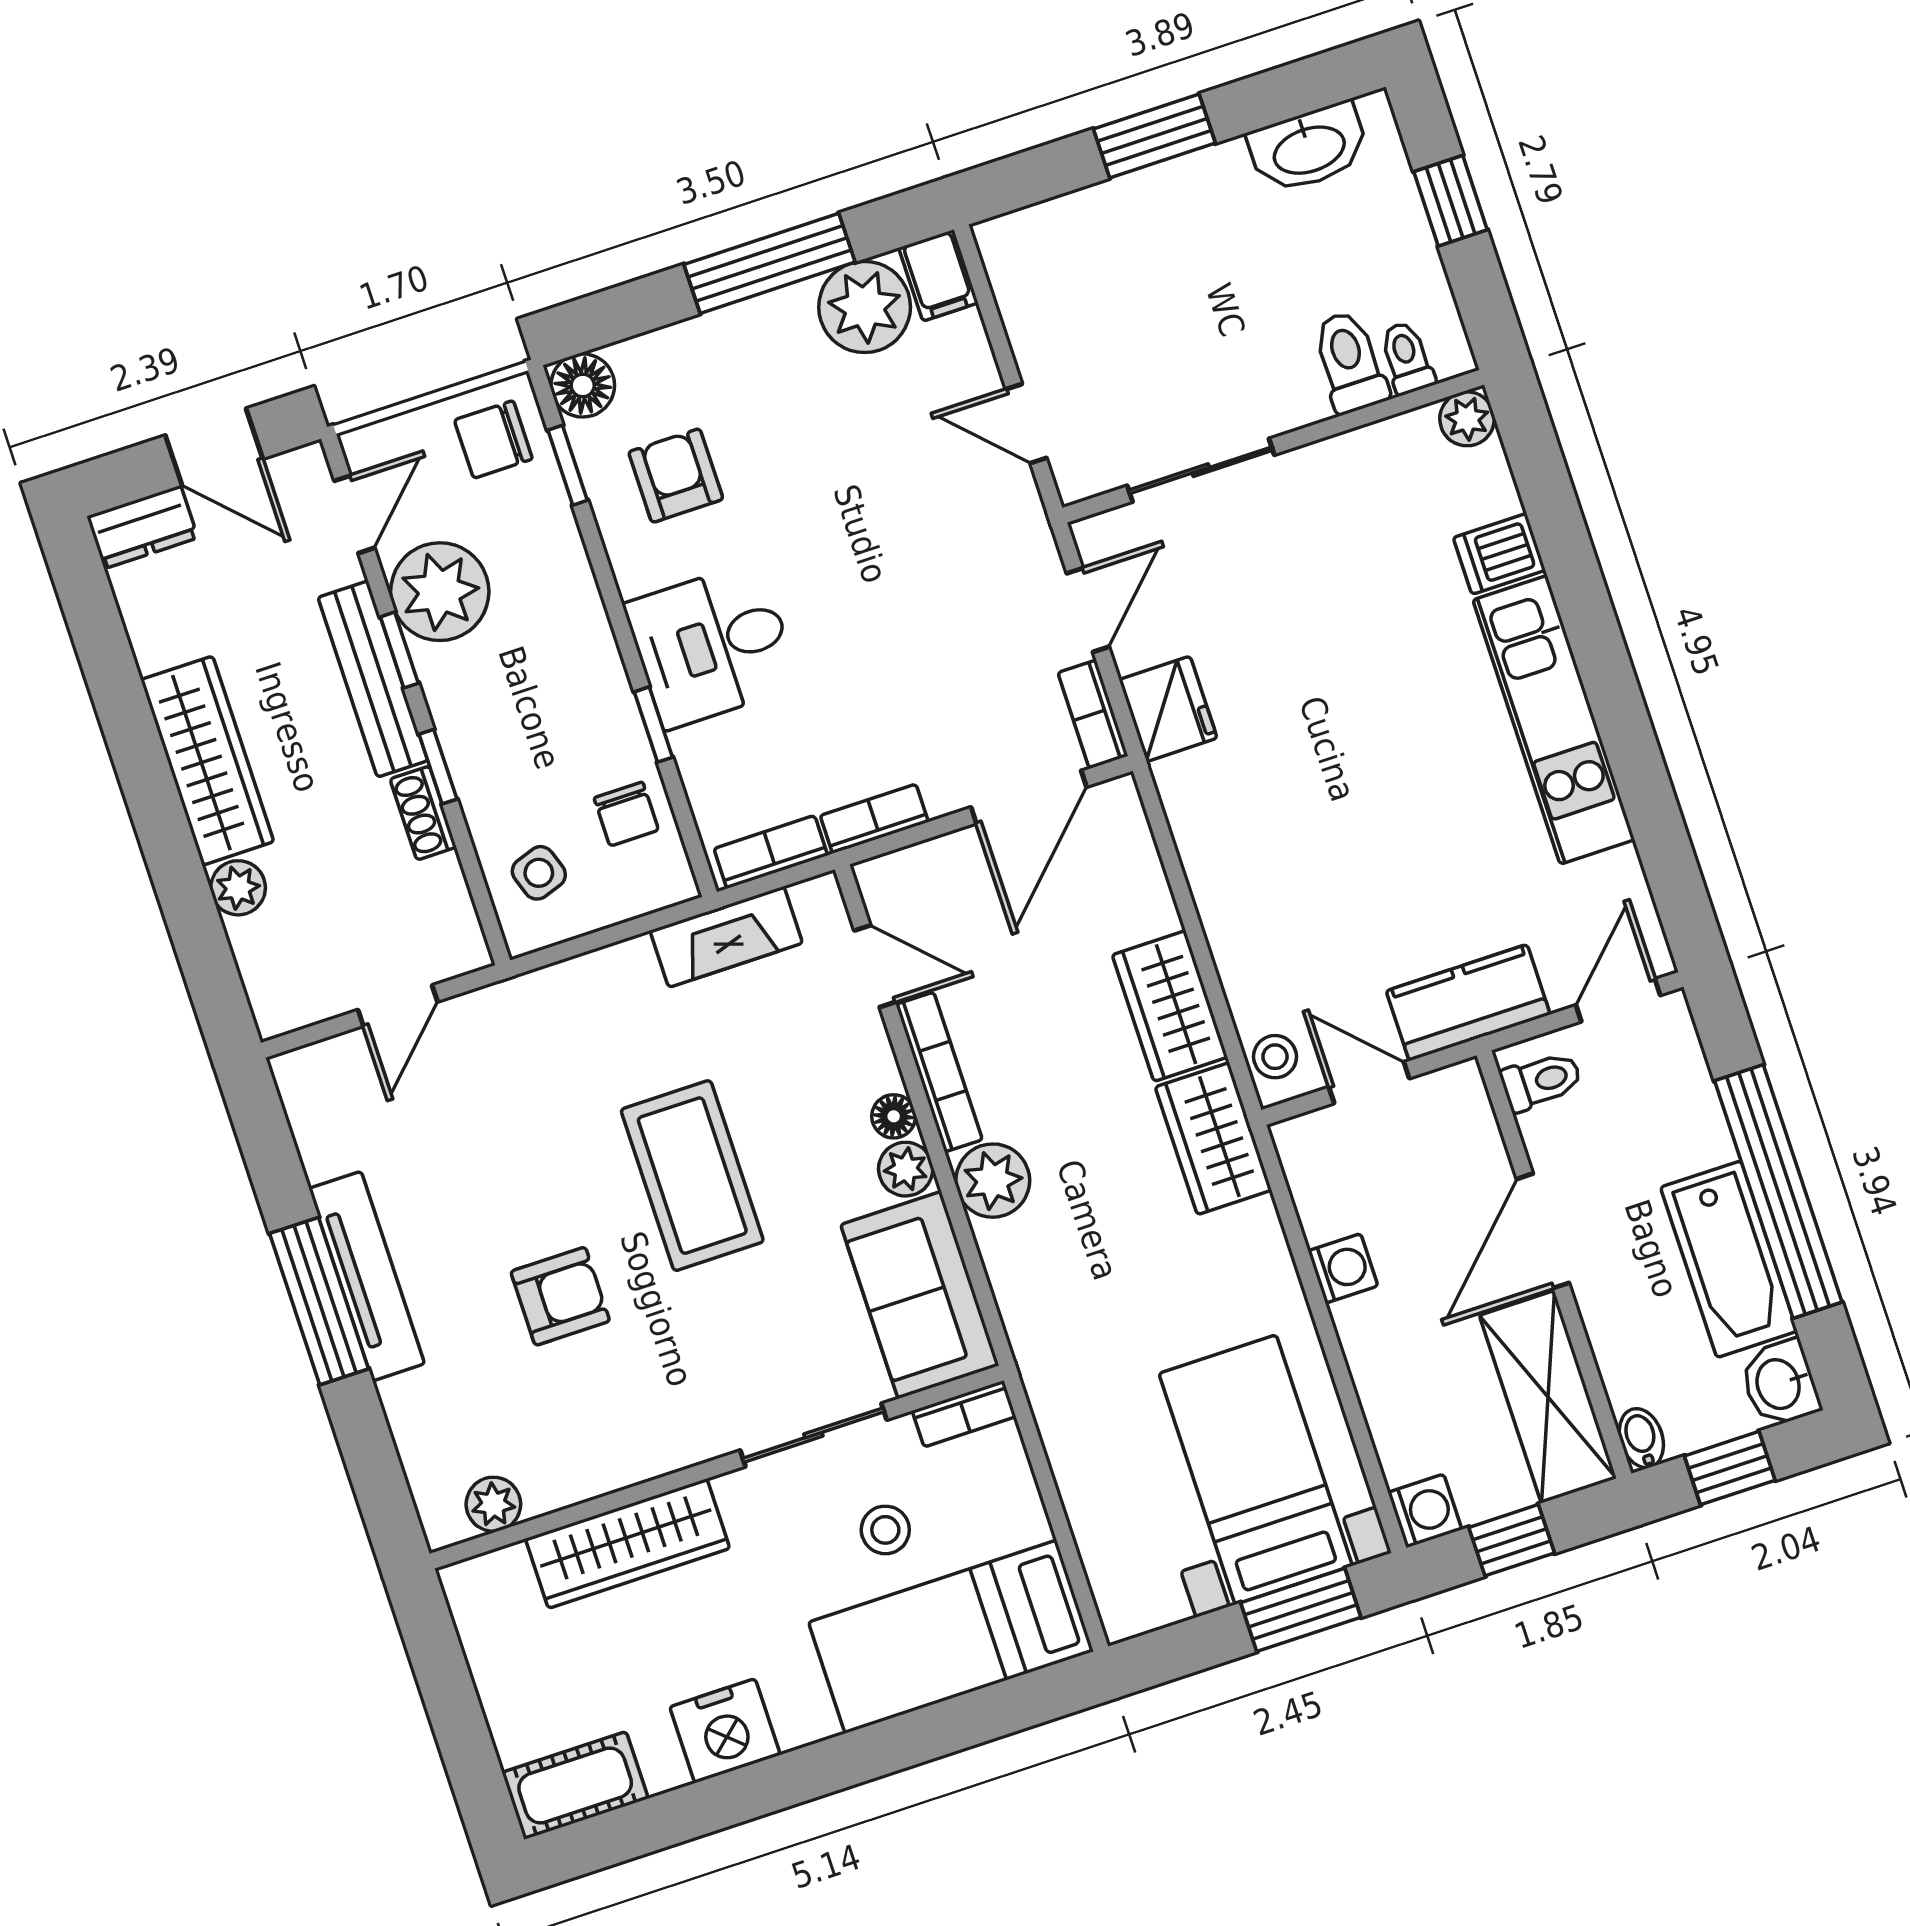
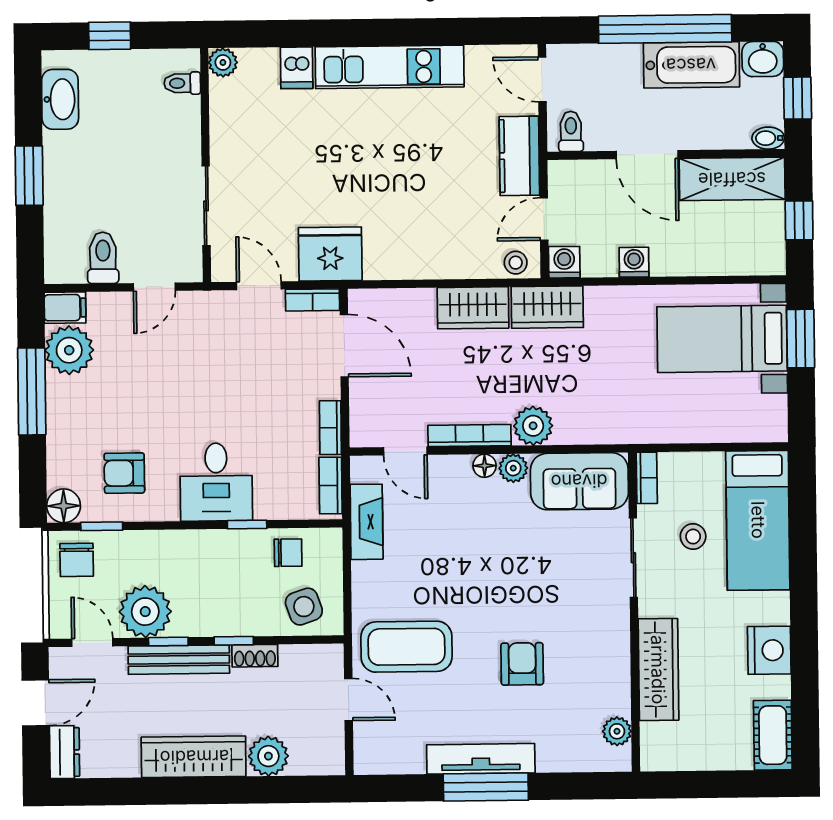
toilet: (1350, 362) -> (103, 258), moved, turned 90
fridge: (1168, 709) -> (330, 254), width x1.36, depth x1.34
side table: (539, 873) -> (304, 607), width x1.37, depth x1.37
plant: (238, 888) -> (268, 756), width x1.38, depth x1.38
door: (875, 966) -> (405, 451), swing flipped
coffee table: (692, 1176) -> (406, 647), moved
washing machine: (1425, 1511) -> (564, 262), moved

